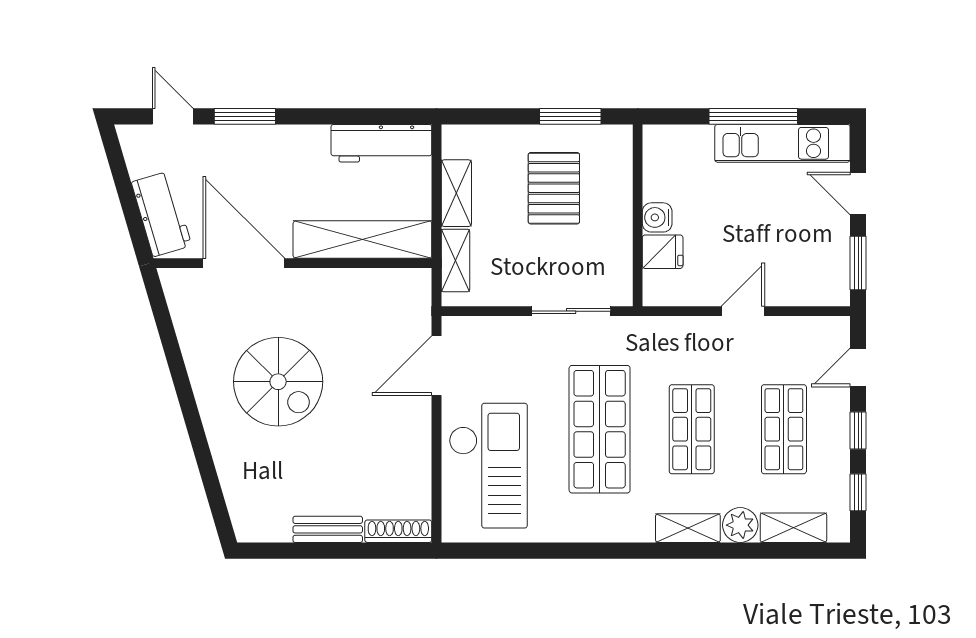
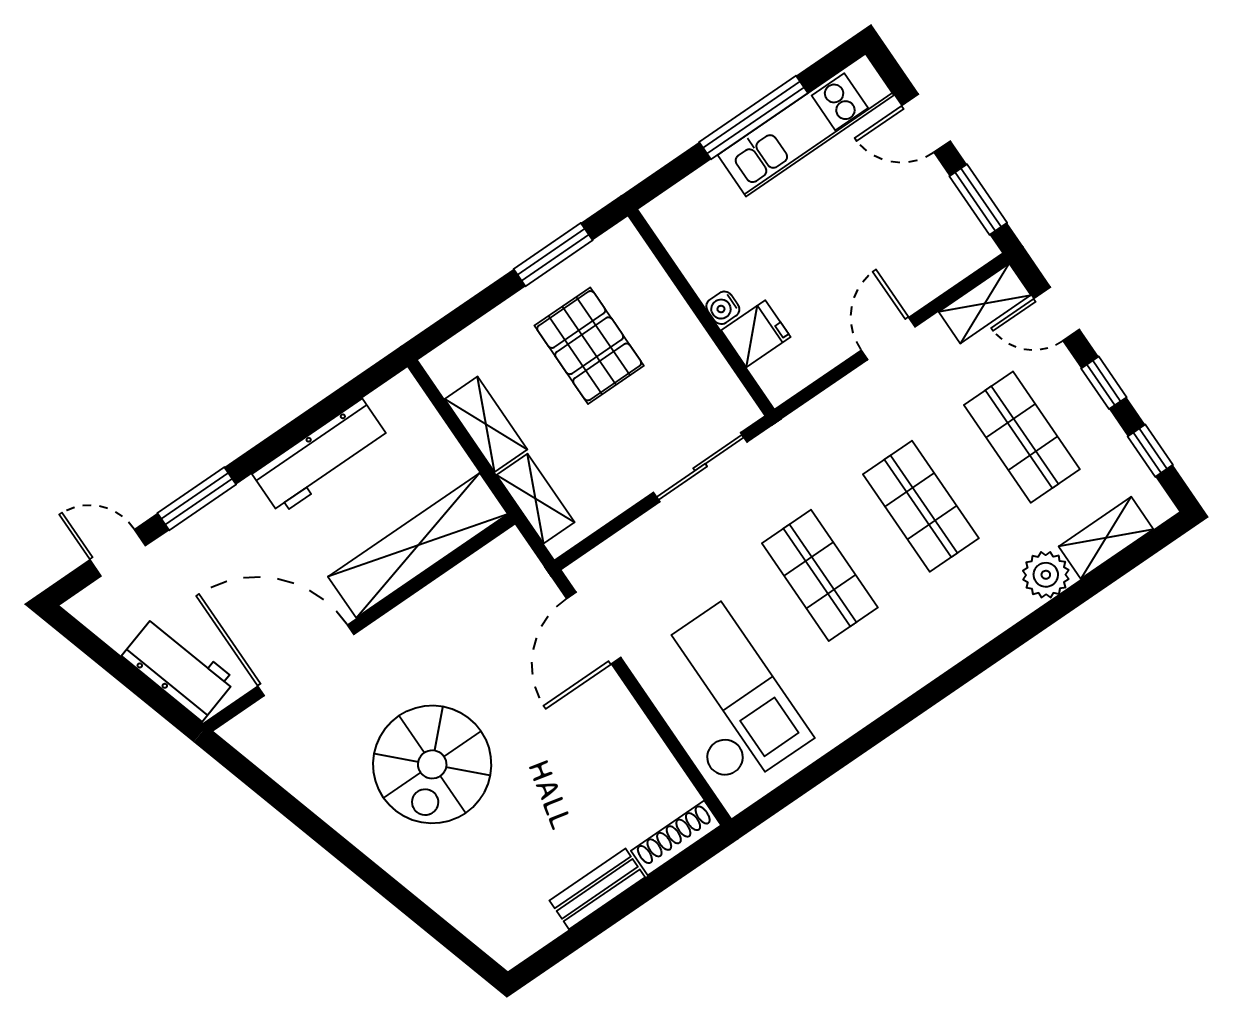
workbench: (381, 143) -> (321, 457), moved
water cooler: (657, 217) -> (723, 308), width x0.72, depth x0.72
door: (858, 367) -> (1057, 314), hinge flipped
spiral stairs: (278, 382) -> (432, 764), turned 90
shop shelf: (600, 429) -> (820, 575), width x0.70, depth x0.74
shelving: (688, 528) -> (985, 303), moved

